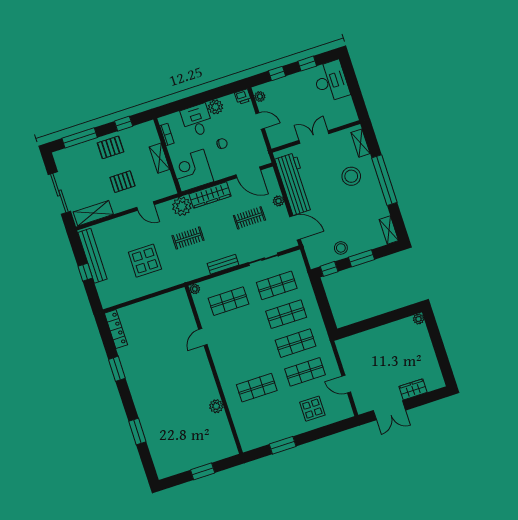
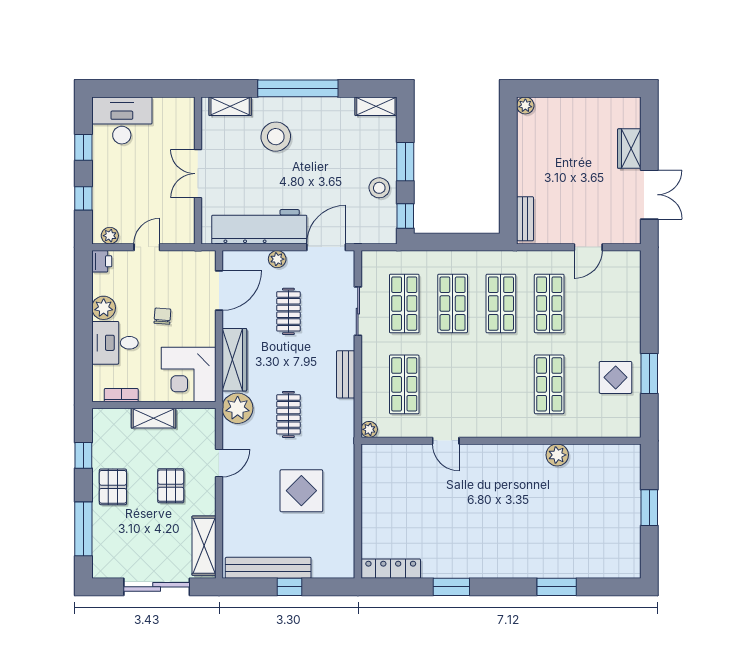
bench: (351, 341) -> (525, 219), added
display table: (312, 409) -> (616, 377), moved

